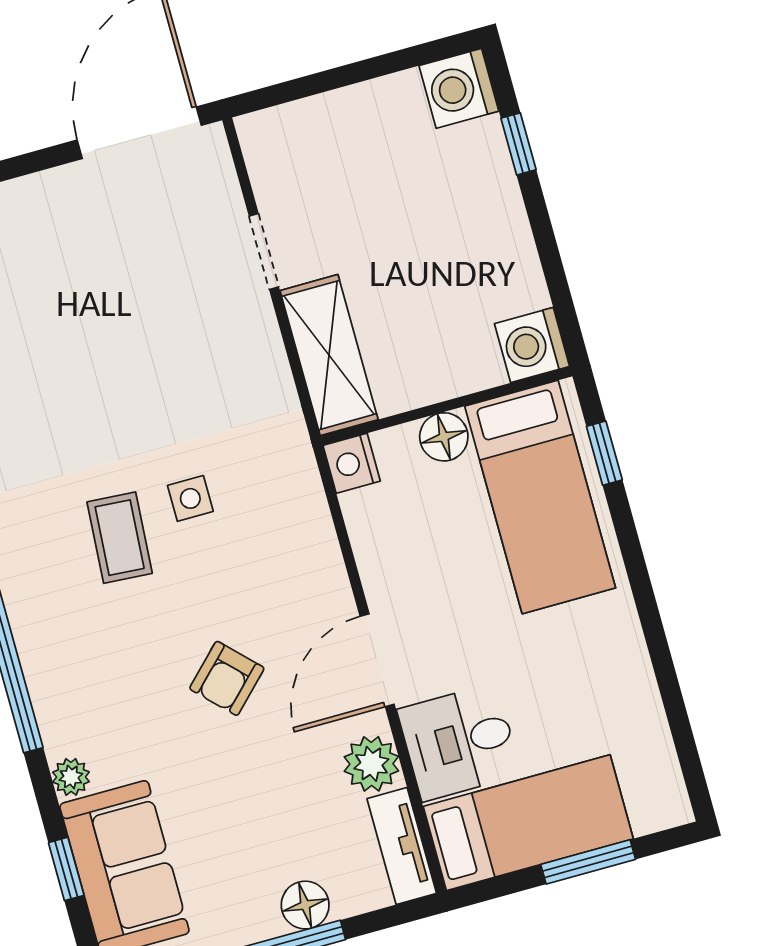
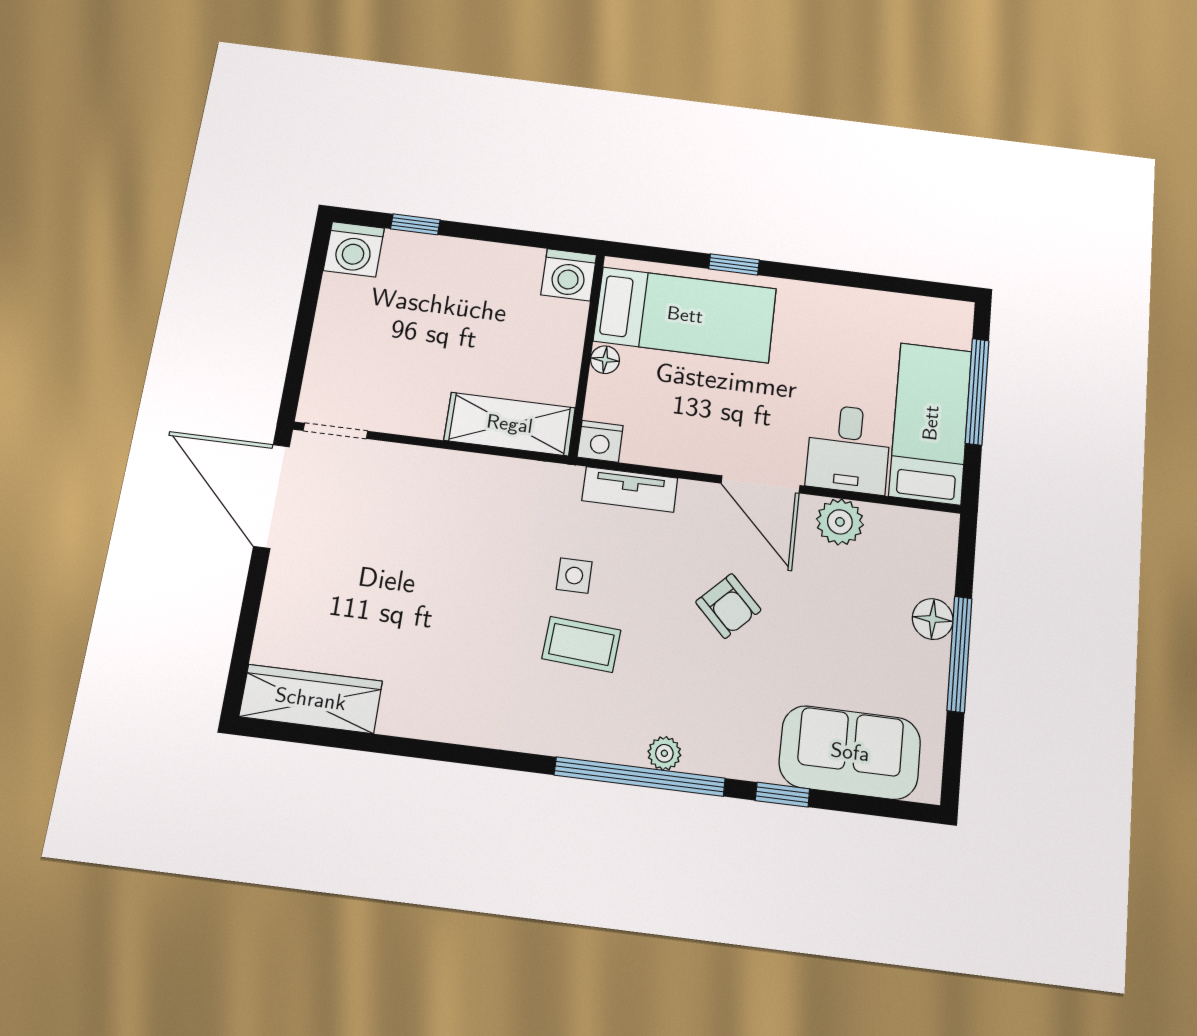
doorway: (264, 252) -> (335, 431), moved
floor lamp: (444, 437) -> (605, 360), width x0.73, depth x0.73
window: (604, 453) -> (734, 264), moved
plant: (71, 777) -> (664, 753), moved
tv unit: (402, 846) -> (630, 489), moved
window: (588, 862) -> (977, 392), width x1.44
window: (66, 869) -> (782, 795), moved

